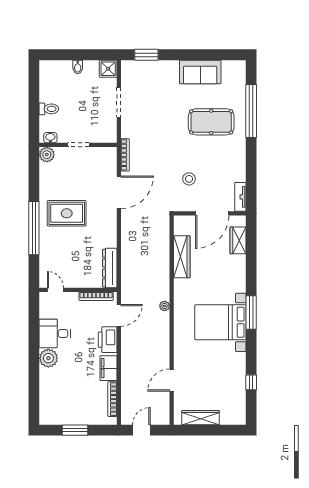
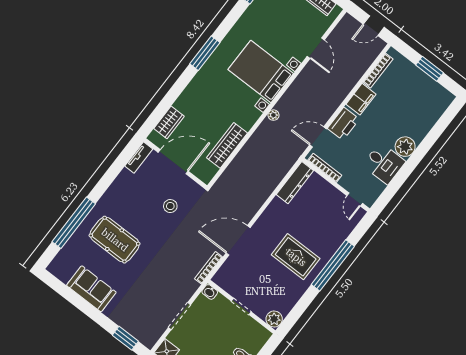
washbasin: (50, 138) -> (210, 292), moved
bed with nightstands: (220, 322) -> (261, 71), moved, turned 180
door: (172, 380) -> (316, 48), hinge flipped

